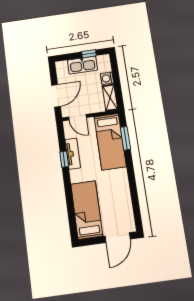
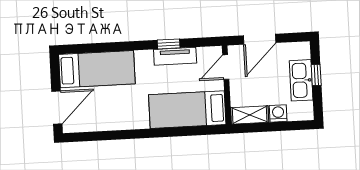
window: (89, 54) -> (316, 75), moved
door: (56, 96) -> (260, 39), hinge flipped
window: (125, 138) -> (190, 131), removed
door: (118, 238) -> (57, 107), swing flipped

